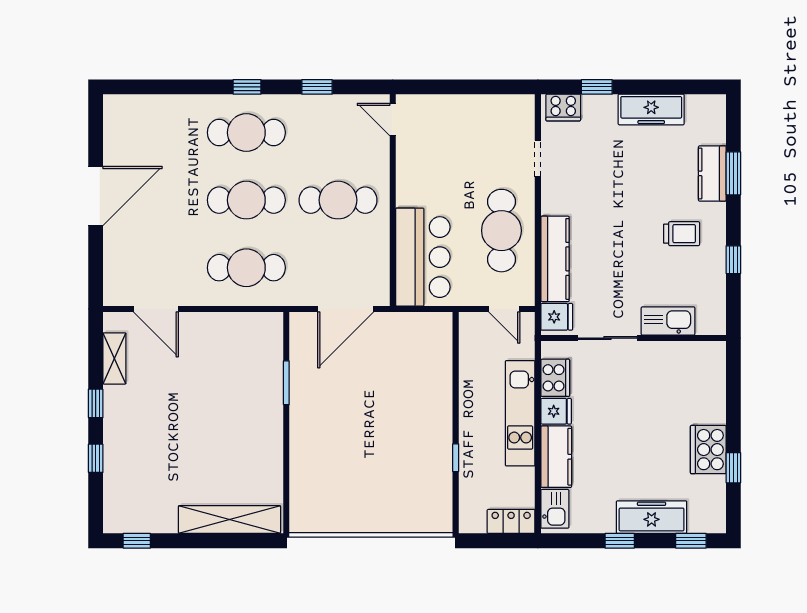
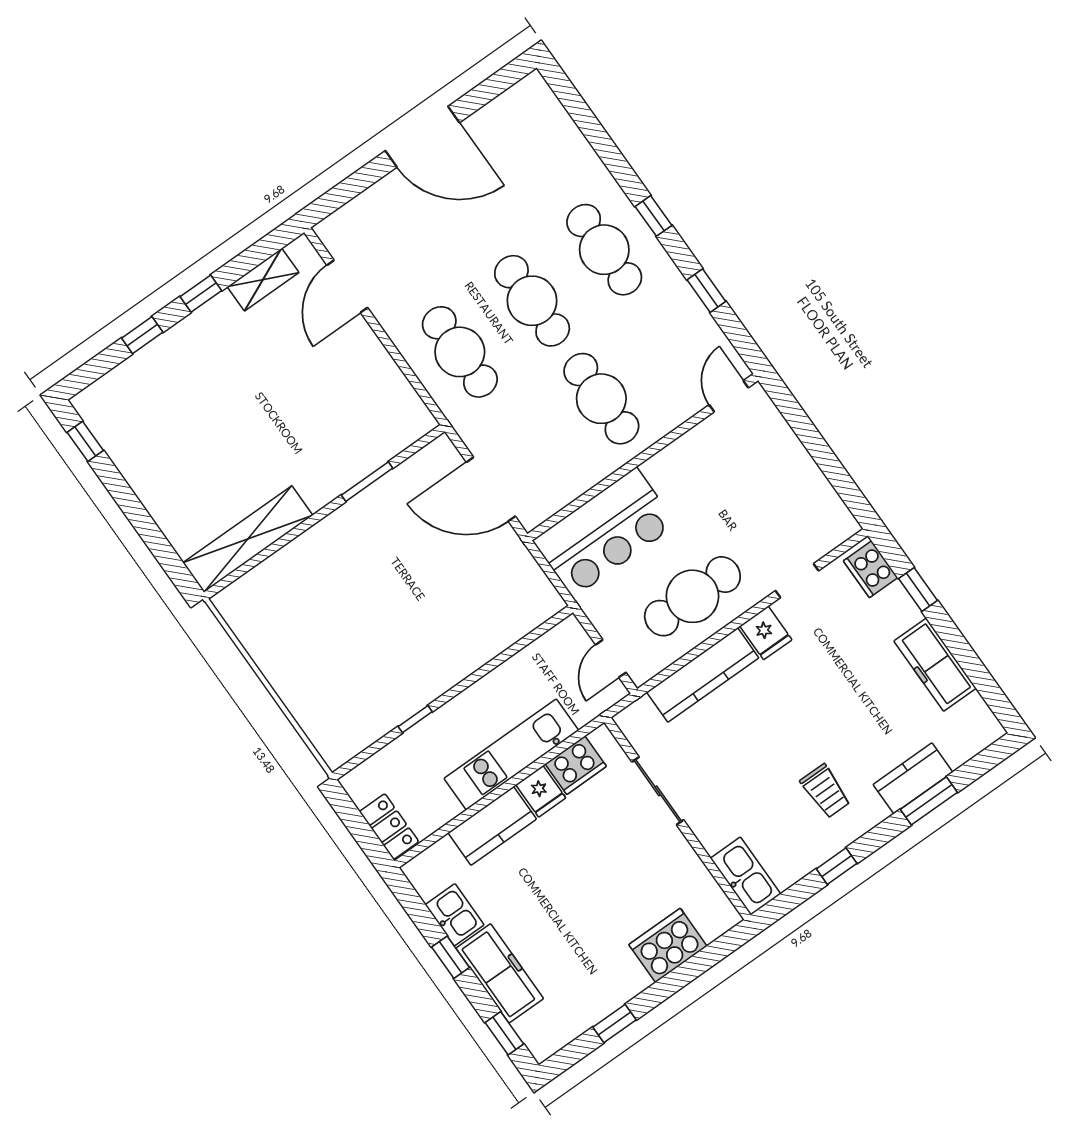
fridge: (557, 317) -> (766, 633), moved
kitchen sink: (668, 321) -> (745, 876), moved
cooker: (708, 450) -> (668, 945), moved
kitchen sink: (555, 509) -> (455, 915), moved, turned -90
shelving: (230, 520) -> (248, 539), moved, turned 90

